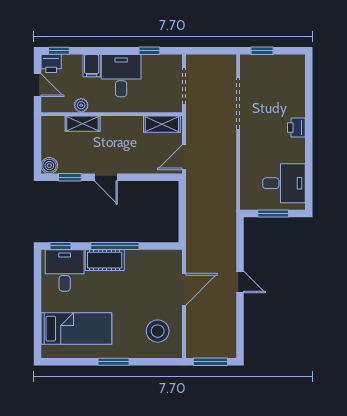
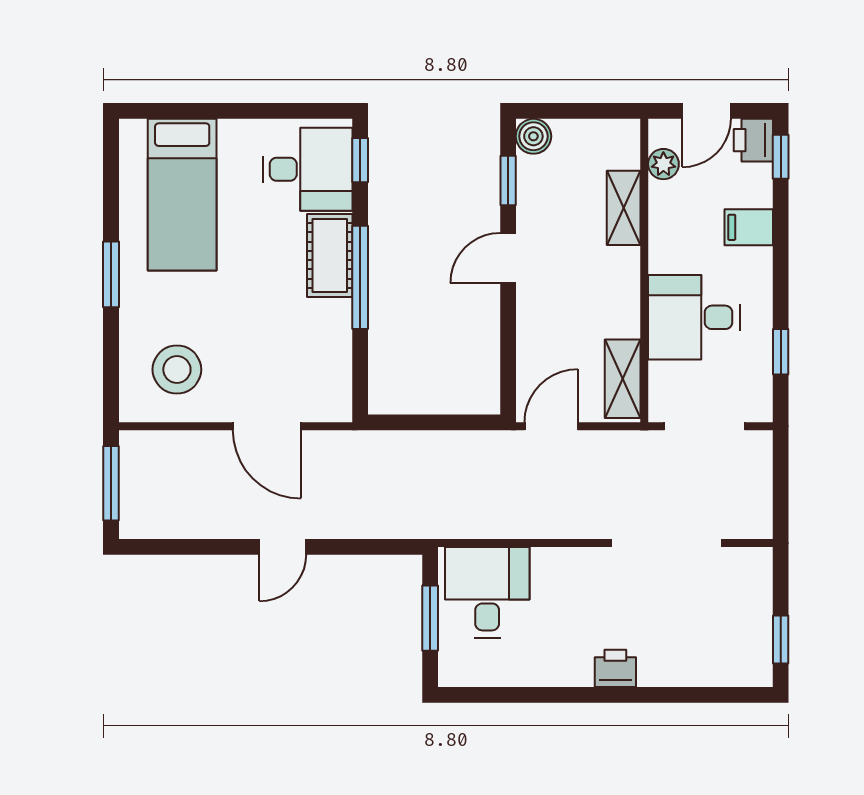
window: (262, 51) -> (781, 639), moved
desk: (121, 76) -> (694, 317), moved, turned 180
plant: (81, 105) -> (663, 164), moved
door: (184, 157) -> (551, 426), hinge flipped
desk: (284, 183) -> (487, 592), moved, turned 180

